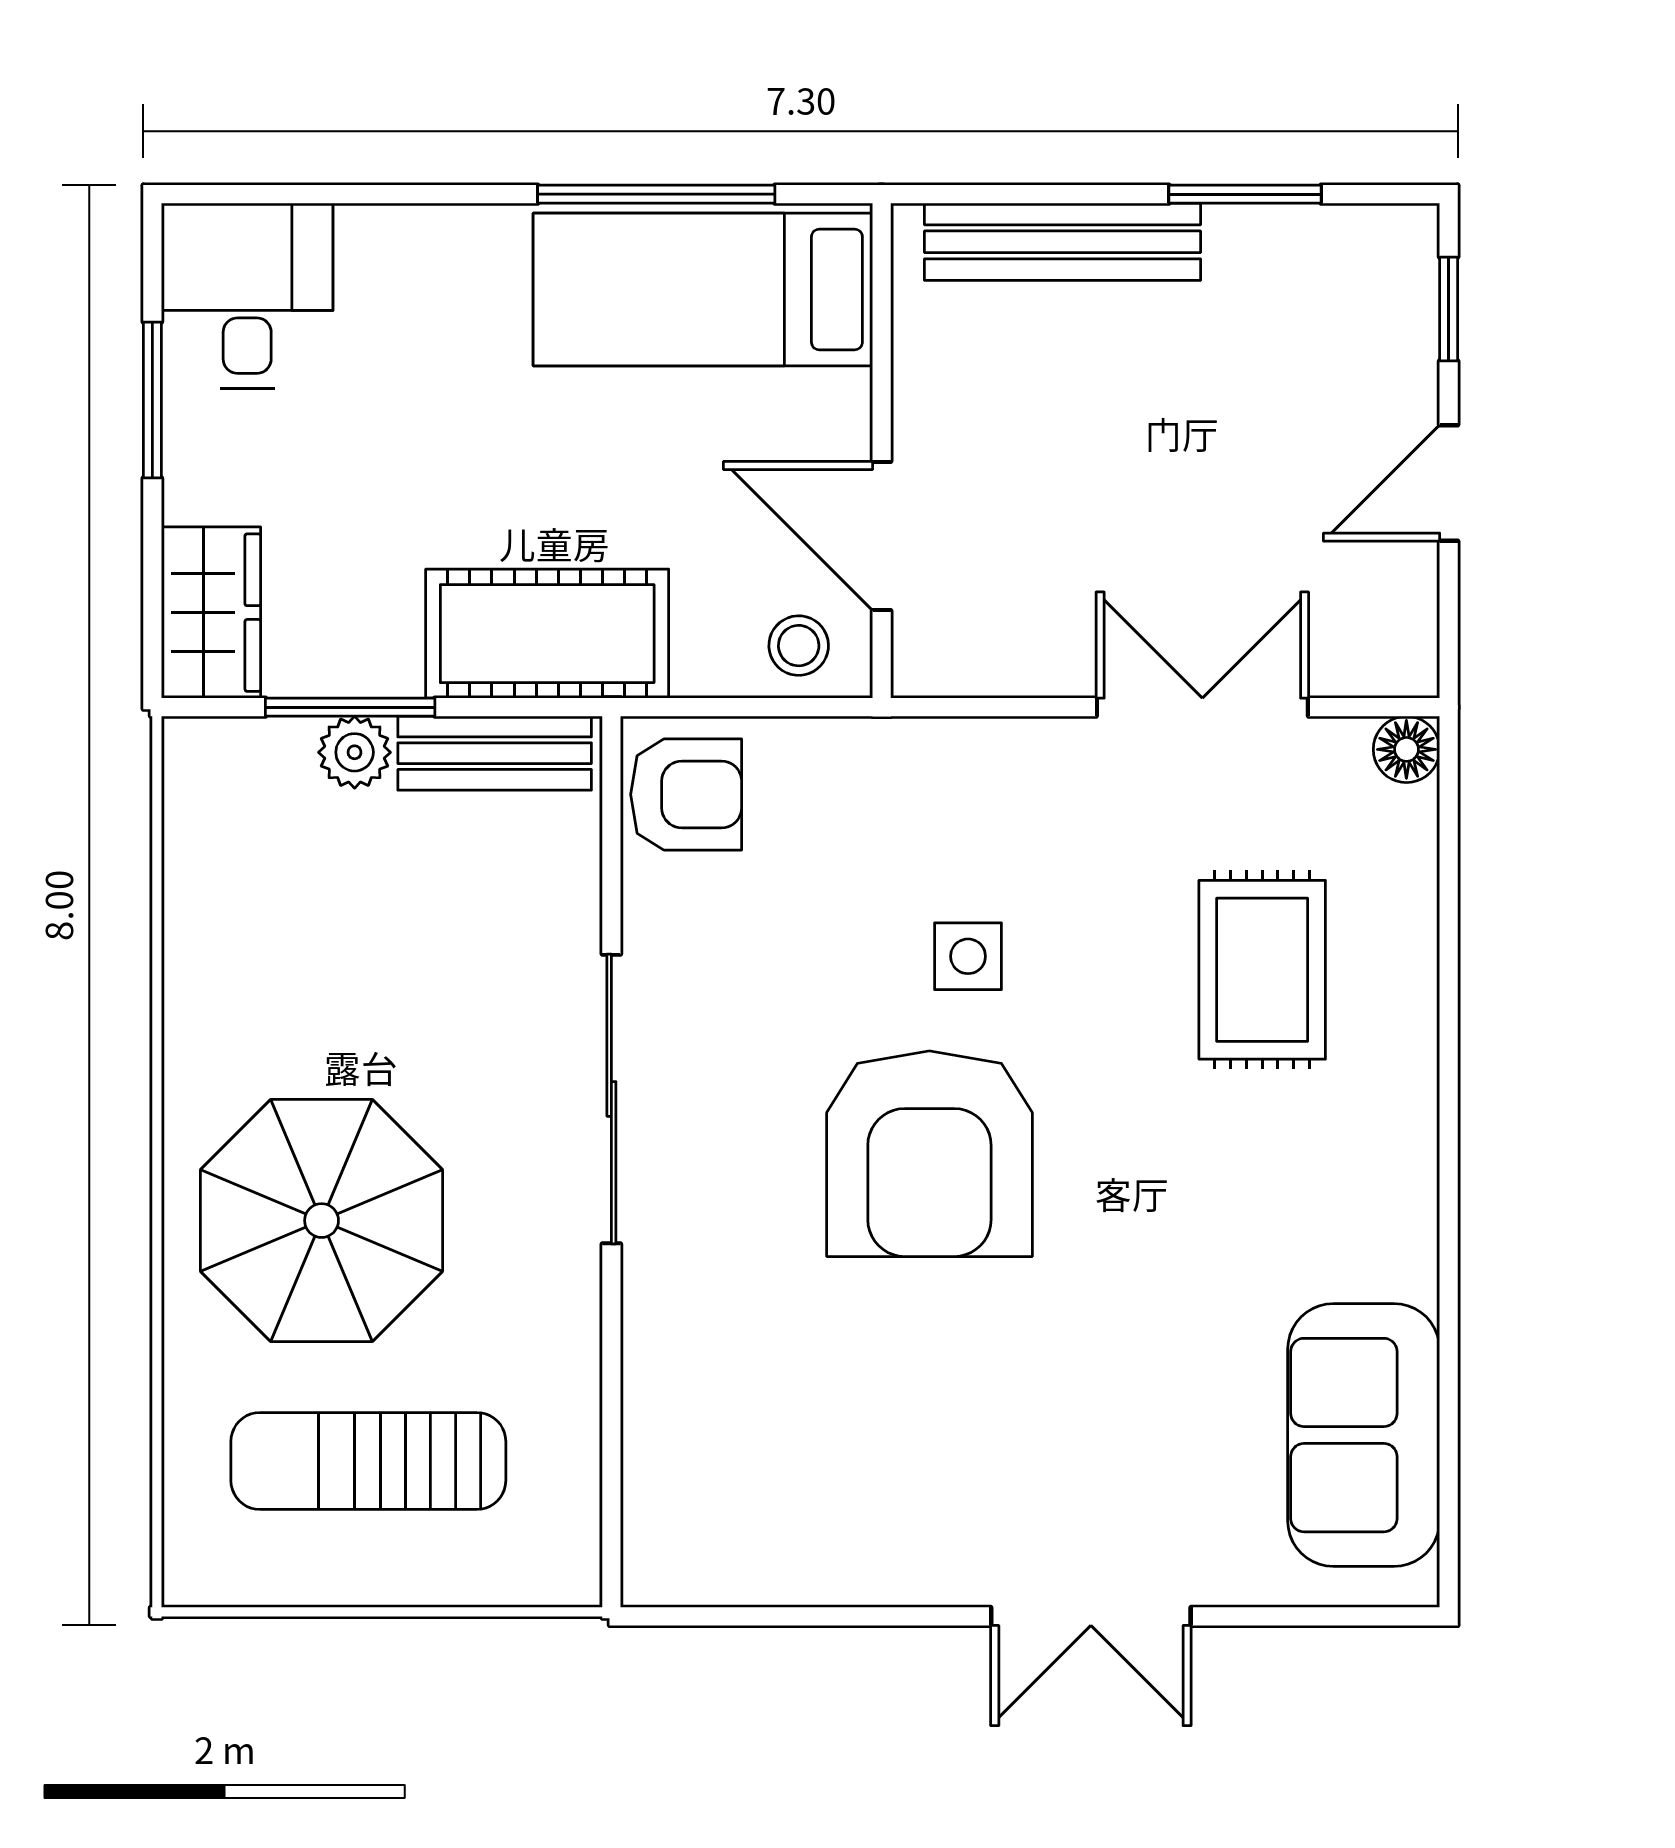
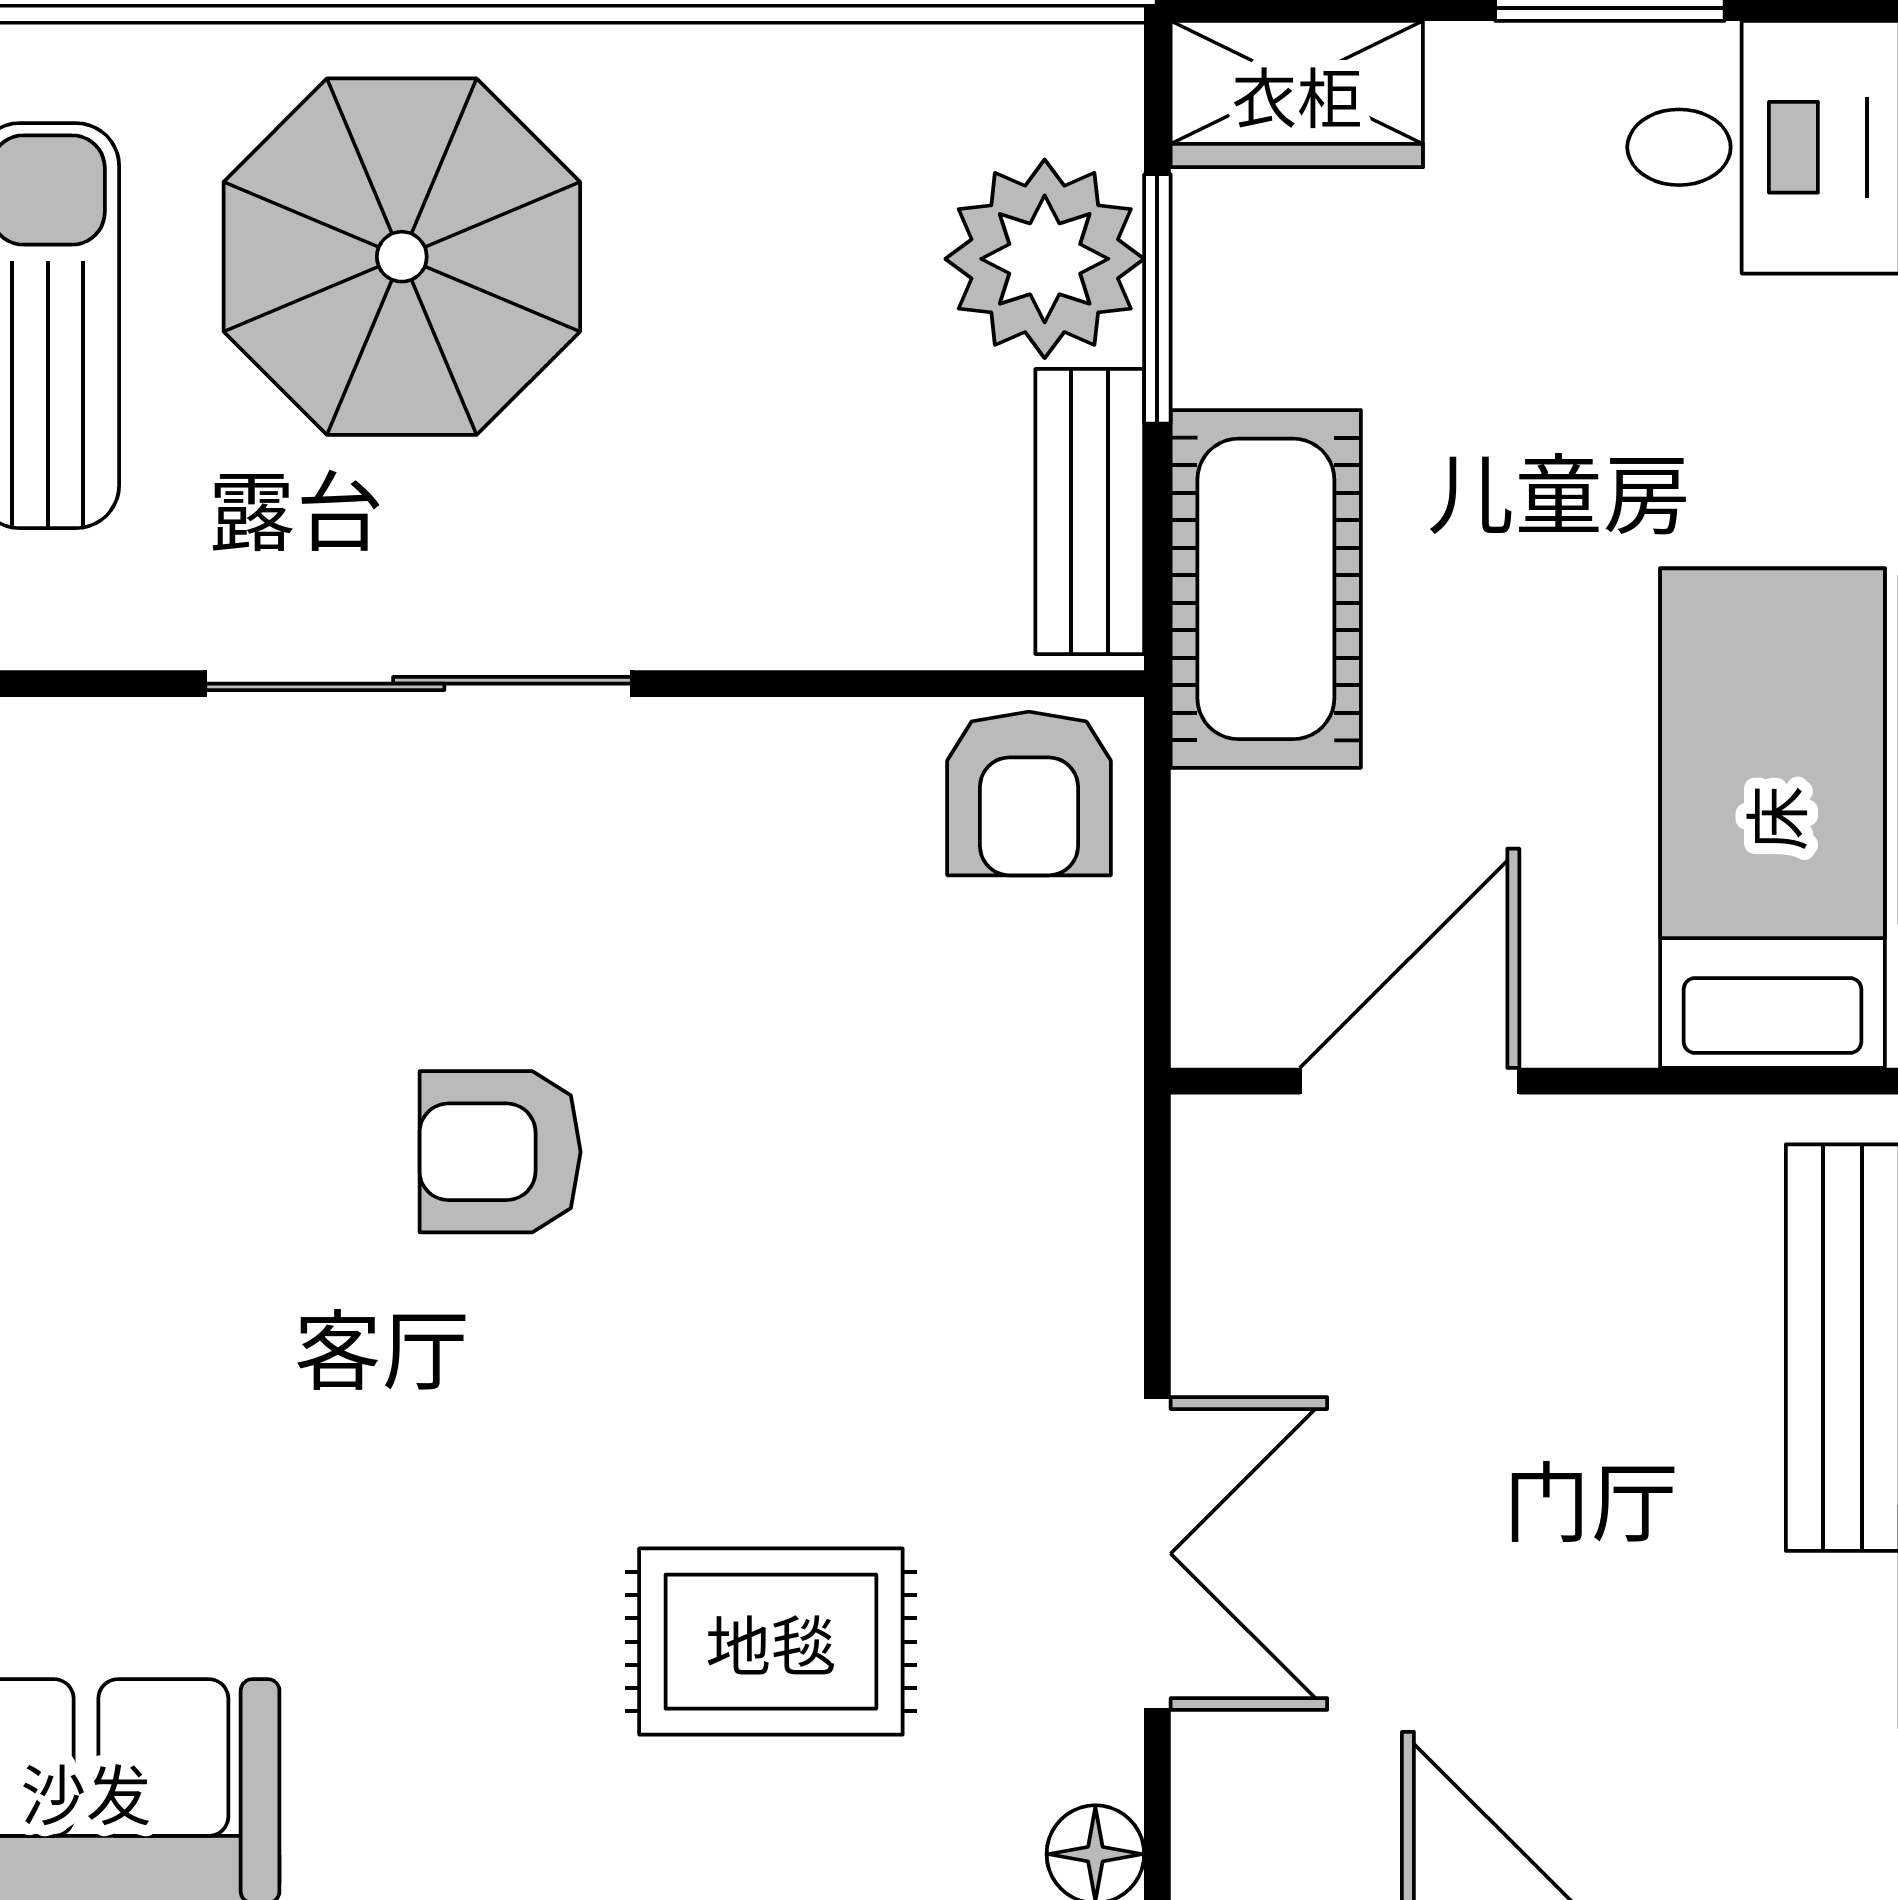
stool: (799, 646) -> (1248, 959), removed
plant: (355, 752) -> (1045, 259), width x1.87, depth x1.87
side table: (968, 956) -> (791, 1209), removed
sliding door: (611, 1099) -> (419, 684), moved
armchair: (929, 1154) -> (500, 1152), width x0.53, depth x0.53

